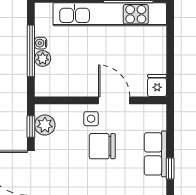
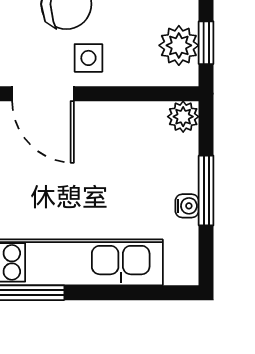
window: (31, 51) -> (206, 190), width x0.69
plant: (43, 59) -> (183, 117), moved

